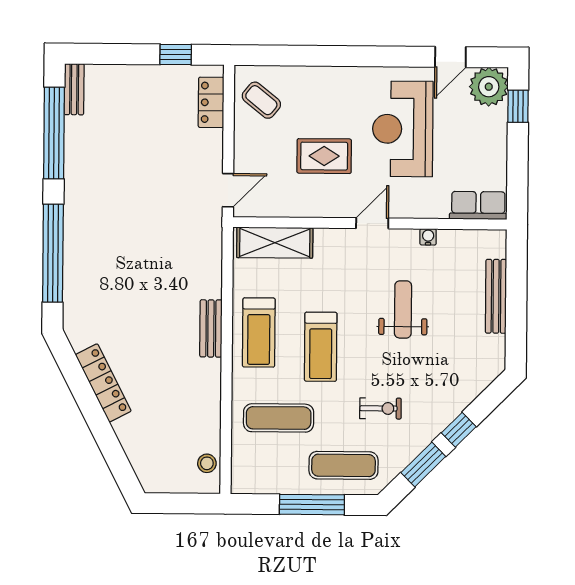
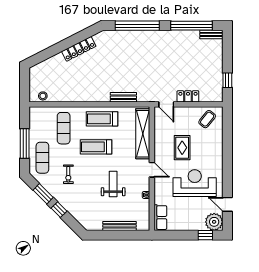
locker: (211, 102) -> (188, 96), moved
shelving: (275, 243) -> (143, 134), width x1.47
weight bench: (403, 309) -> (113, 184), turned -90
bench: (211, 328) -> (123, 97), moved

